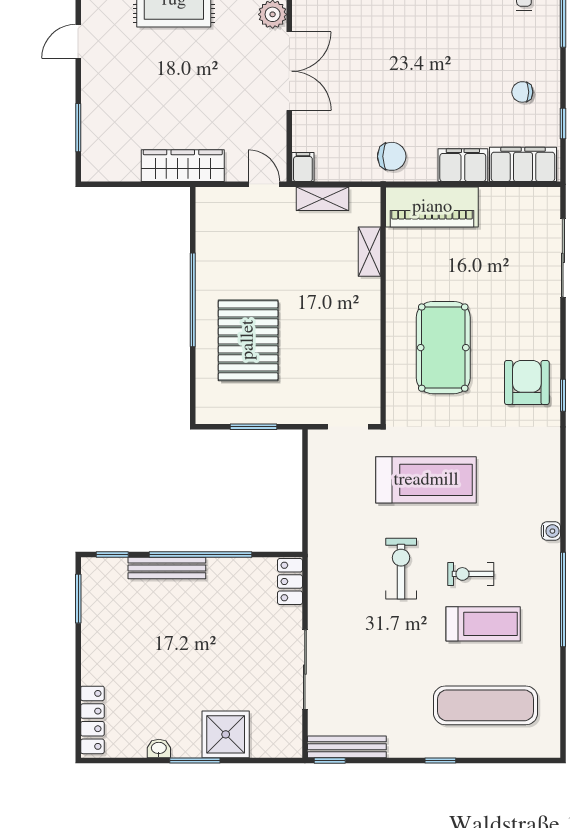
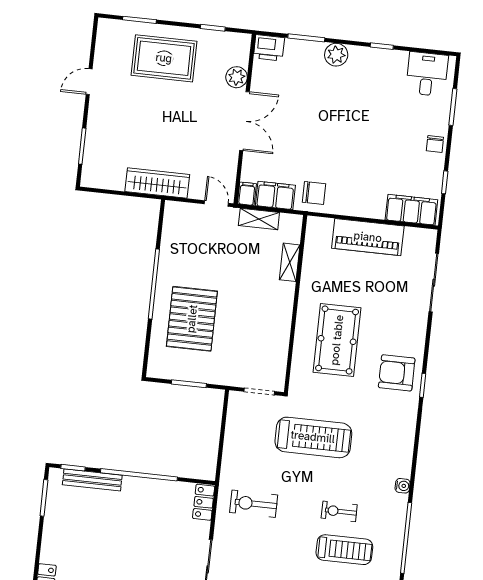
chair: (522, 92) -> (435, 144), moved, turned -90
filing cabinet: (463, 165) -> (275, 195), moved
piano: (432, 207) -> (368, 237), moved
armchair: (527, 383) -> (397, 373), turned -90
bench: (167, 568) -> (92, 480), moved
exercise bike: (401, 569) -> (254, 504), moved, turned -90

